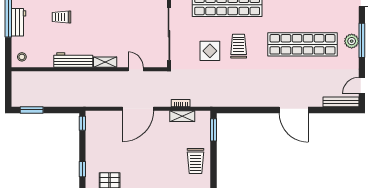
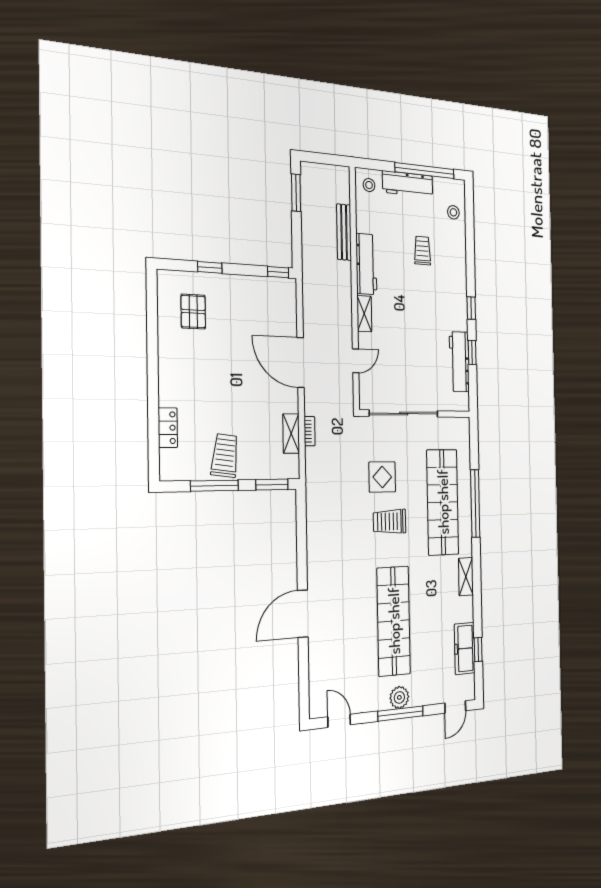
workbench: (18, 22) -> (408, 184), width x1.38
trolley: (239, 46) -> (390, 521), turned 180
bench: (341, 102) -> (344, 232), moved
trolley: (196, 161) -> (225, 456), turned 97
window: (213, 168) -> (214, 486), added

